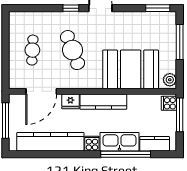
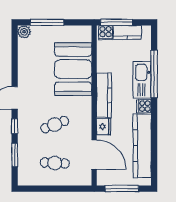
window: (158, 8) -> (15, 155), moved
cafe table: (73, 50) -> (55, 125), width x0.73, depth x0.74
plant: (170, 80) -> (24, 32), moved
kitchen counter: (155, 144) -> (127, 32), moved, turned -90

